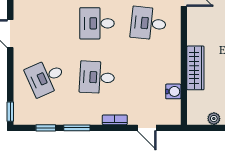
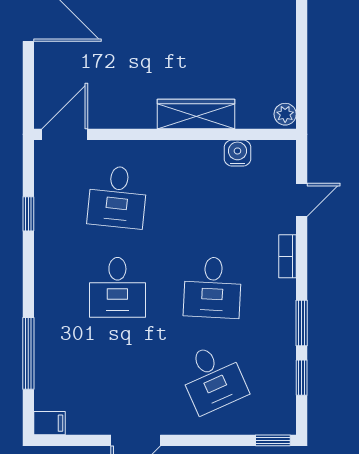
plant: (214, 119) -> (285, 114), moved

